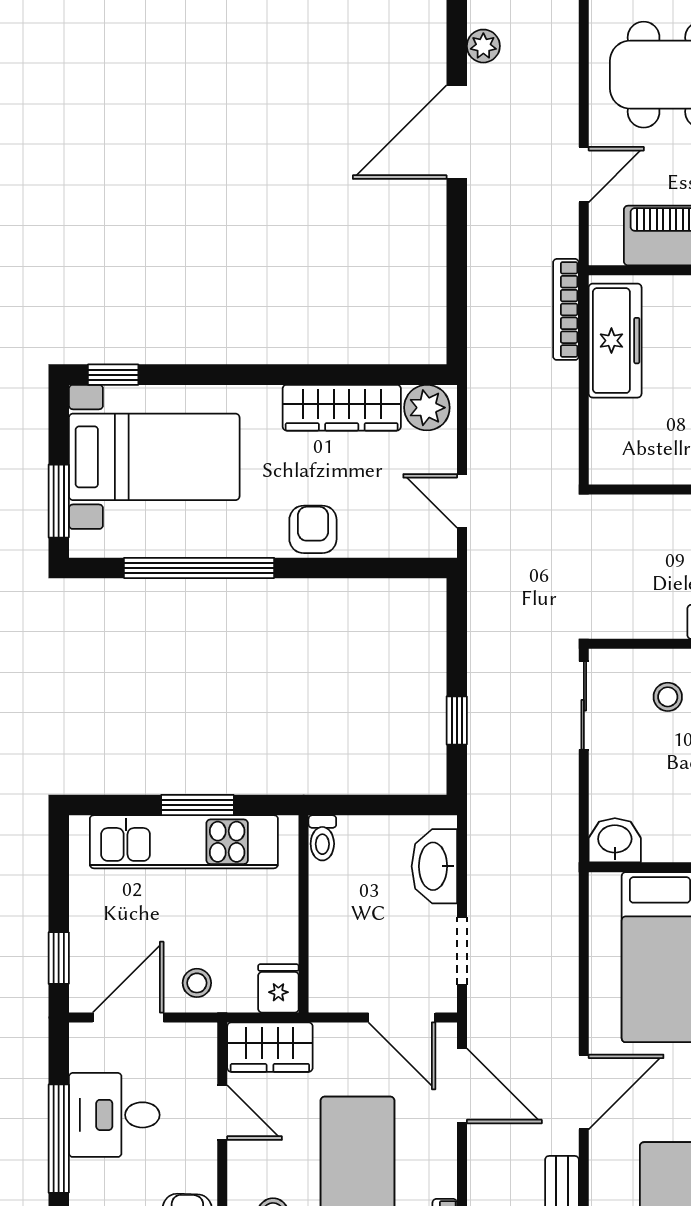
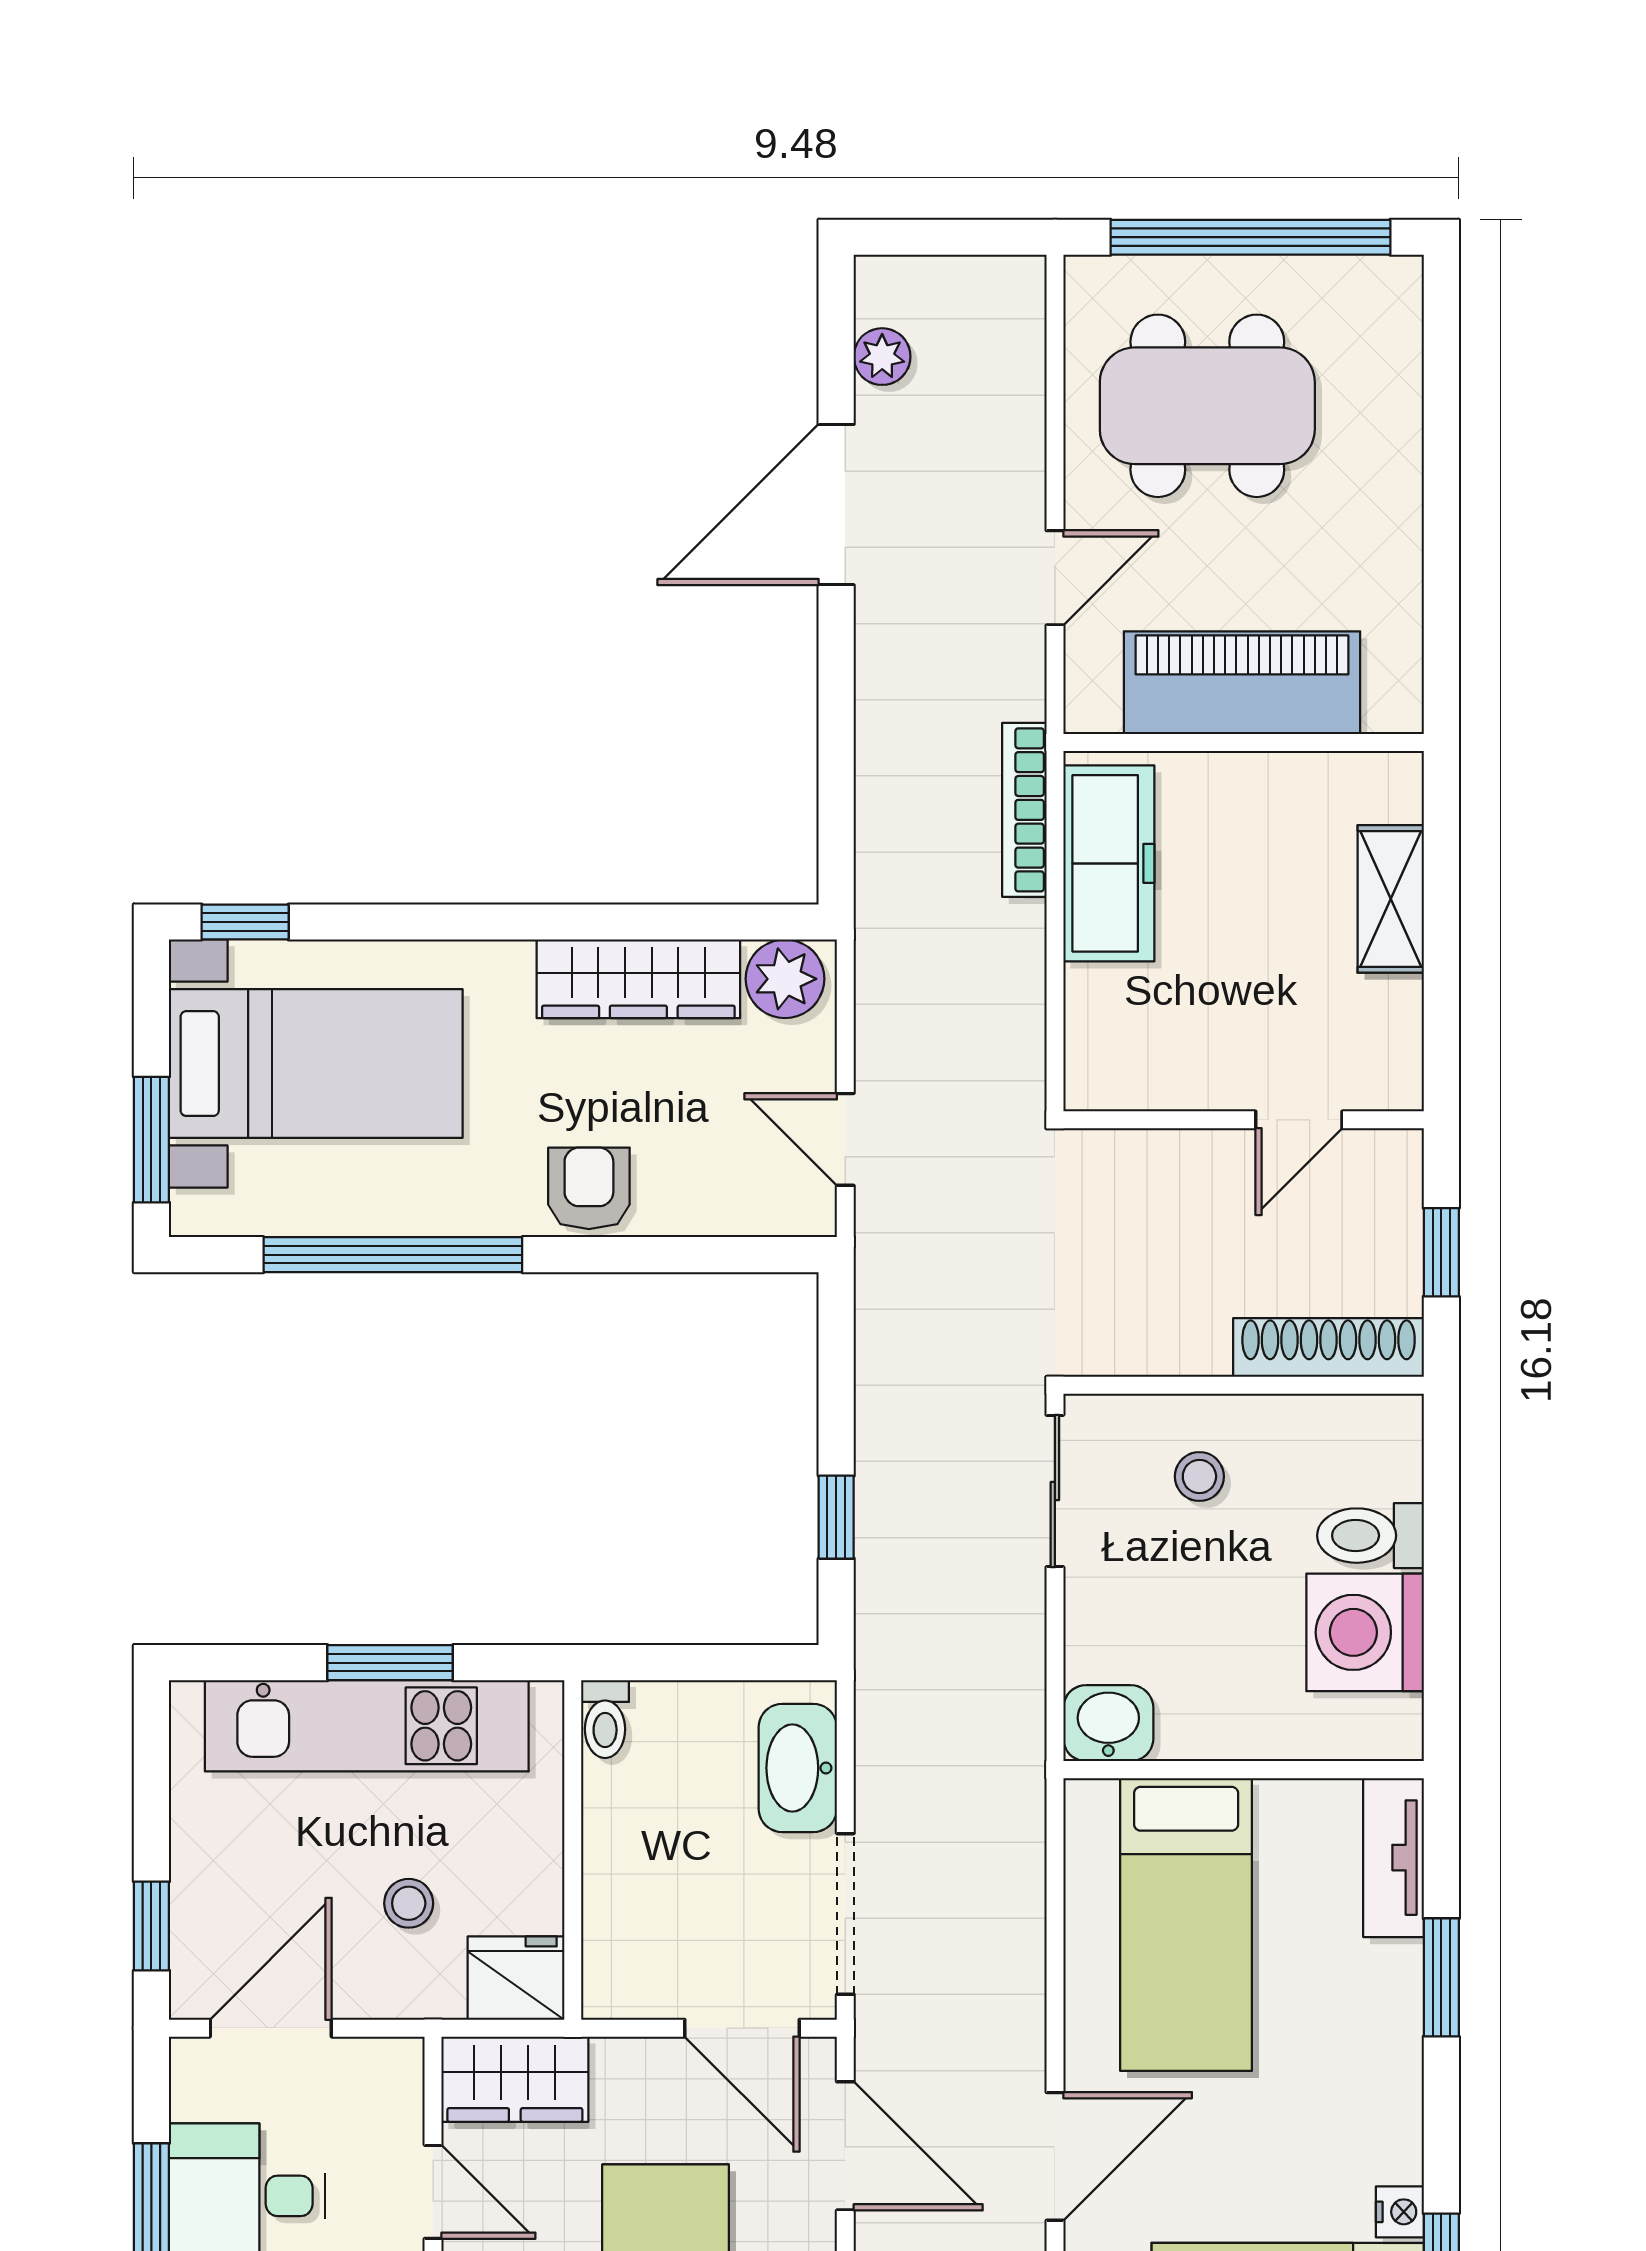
doorway: (462, 951) -> (845, 1914), width x1.38
stool: (197, 983) -> (409, 1903), moved
fridge: (278, 988) -> (516, 1978), width x1.38

